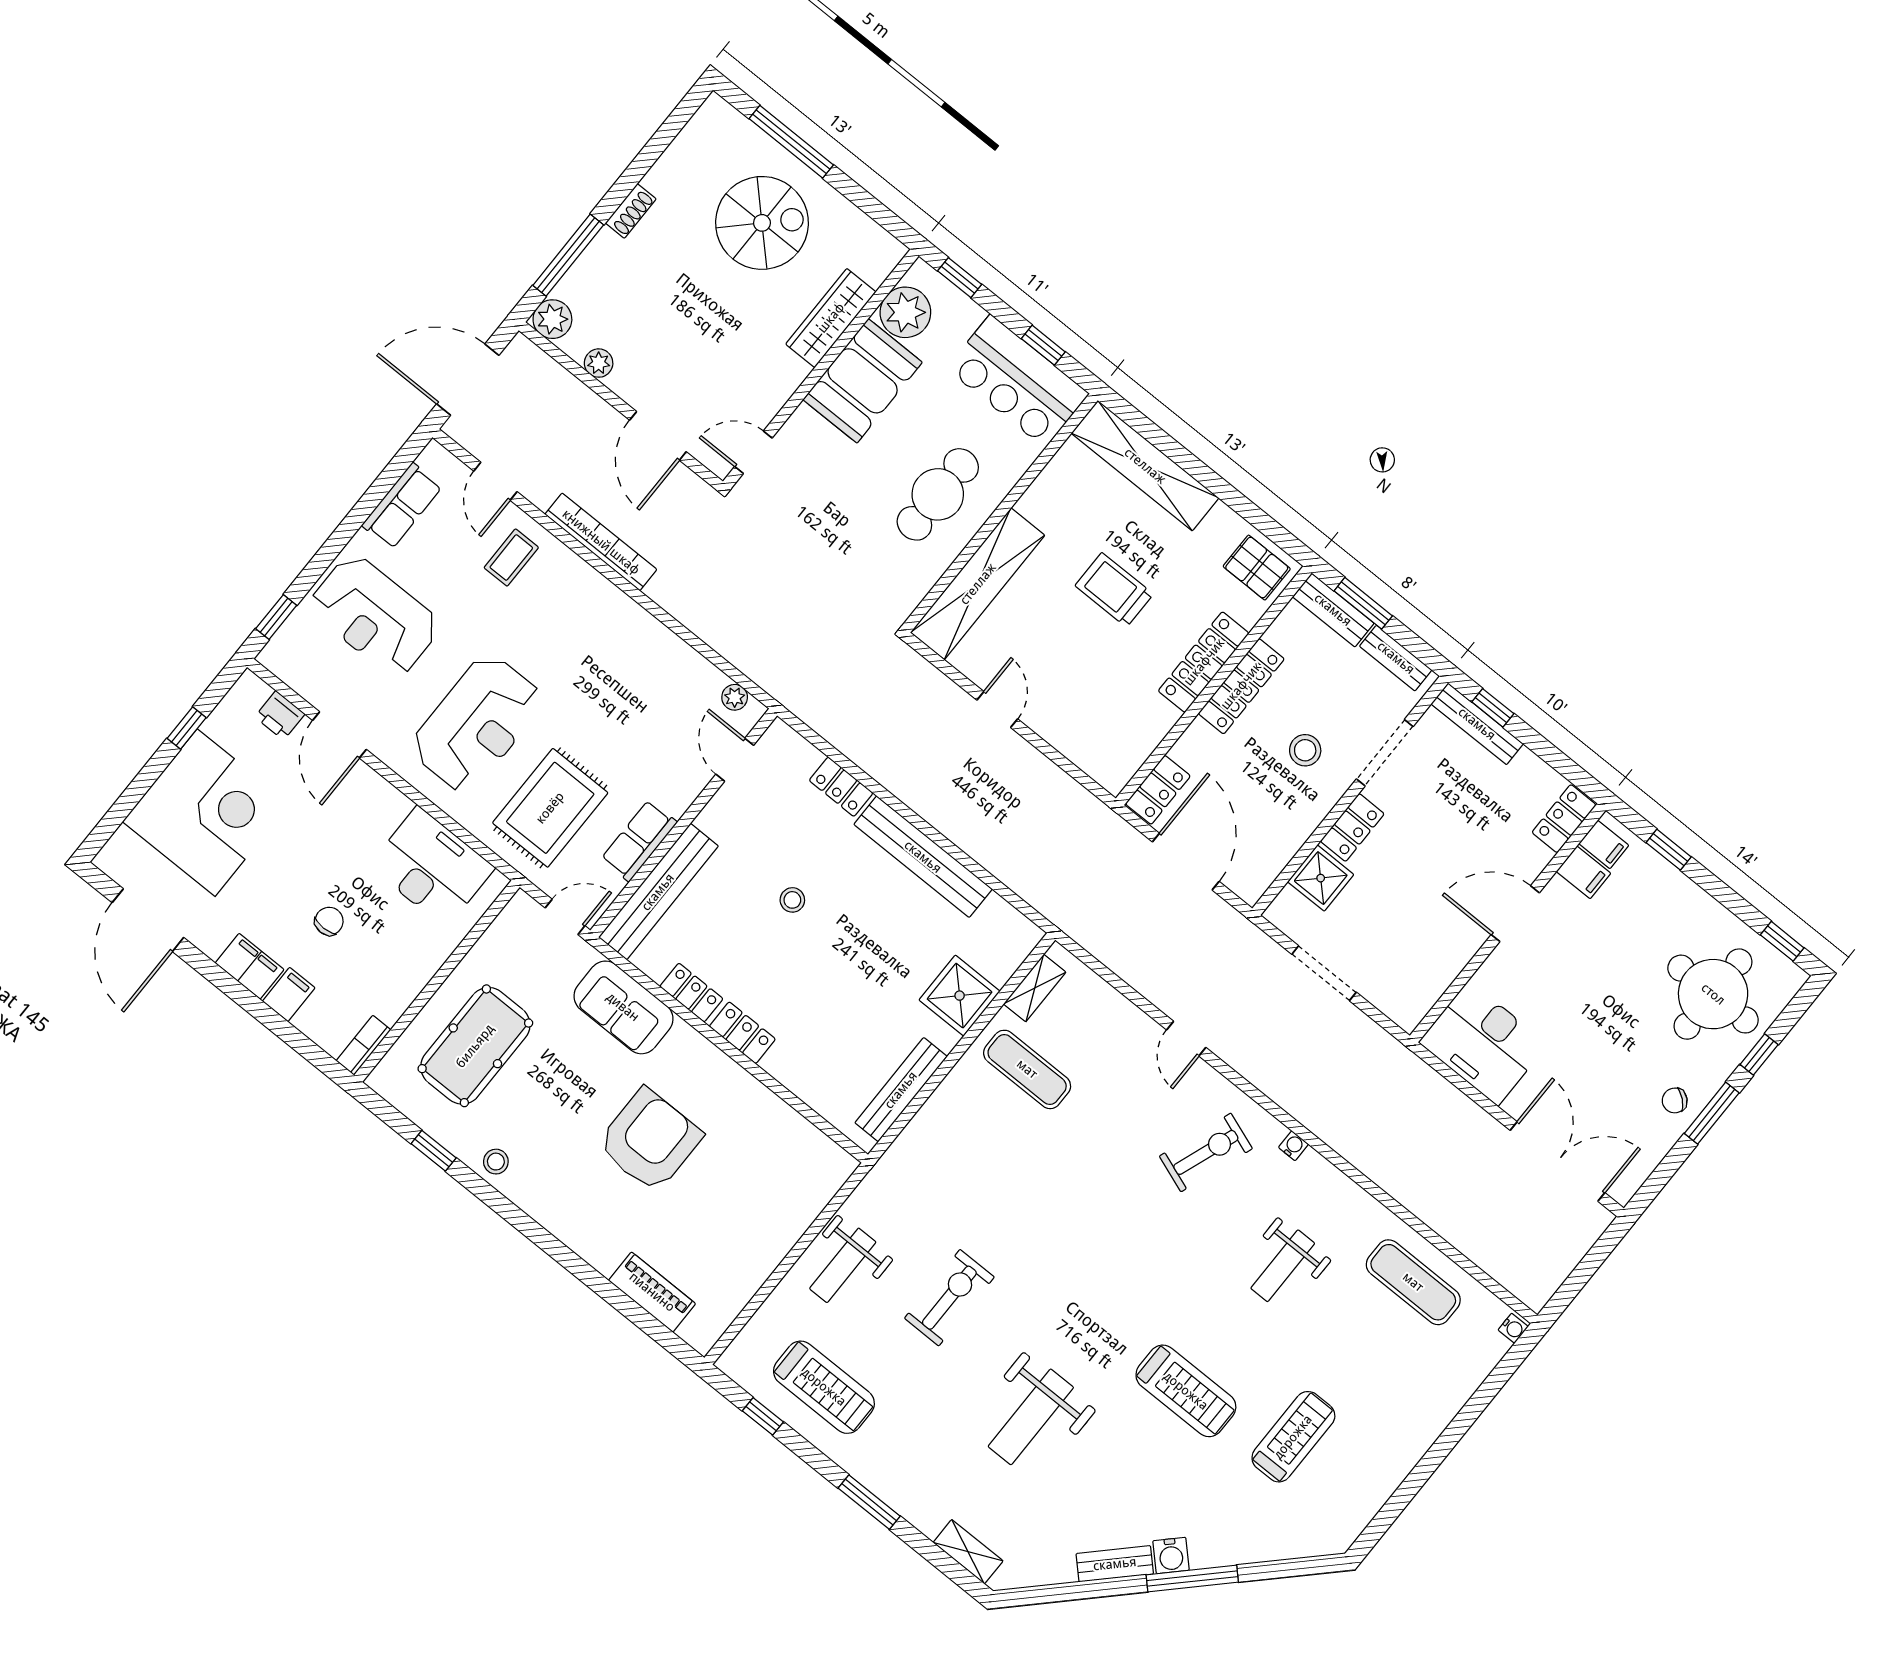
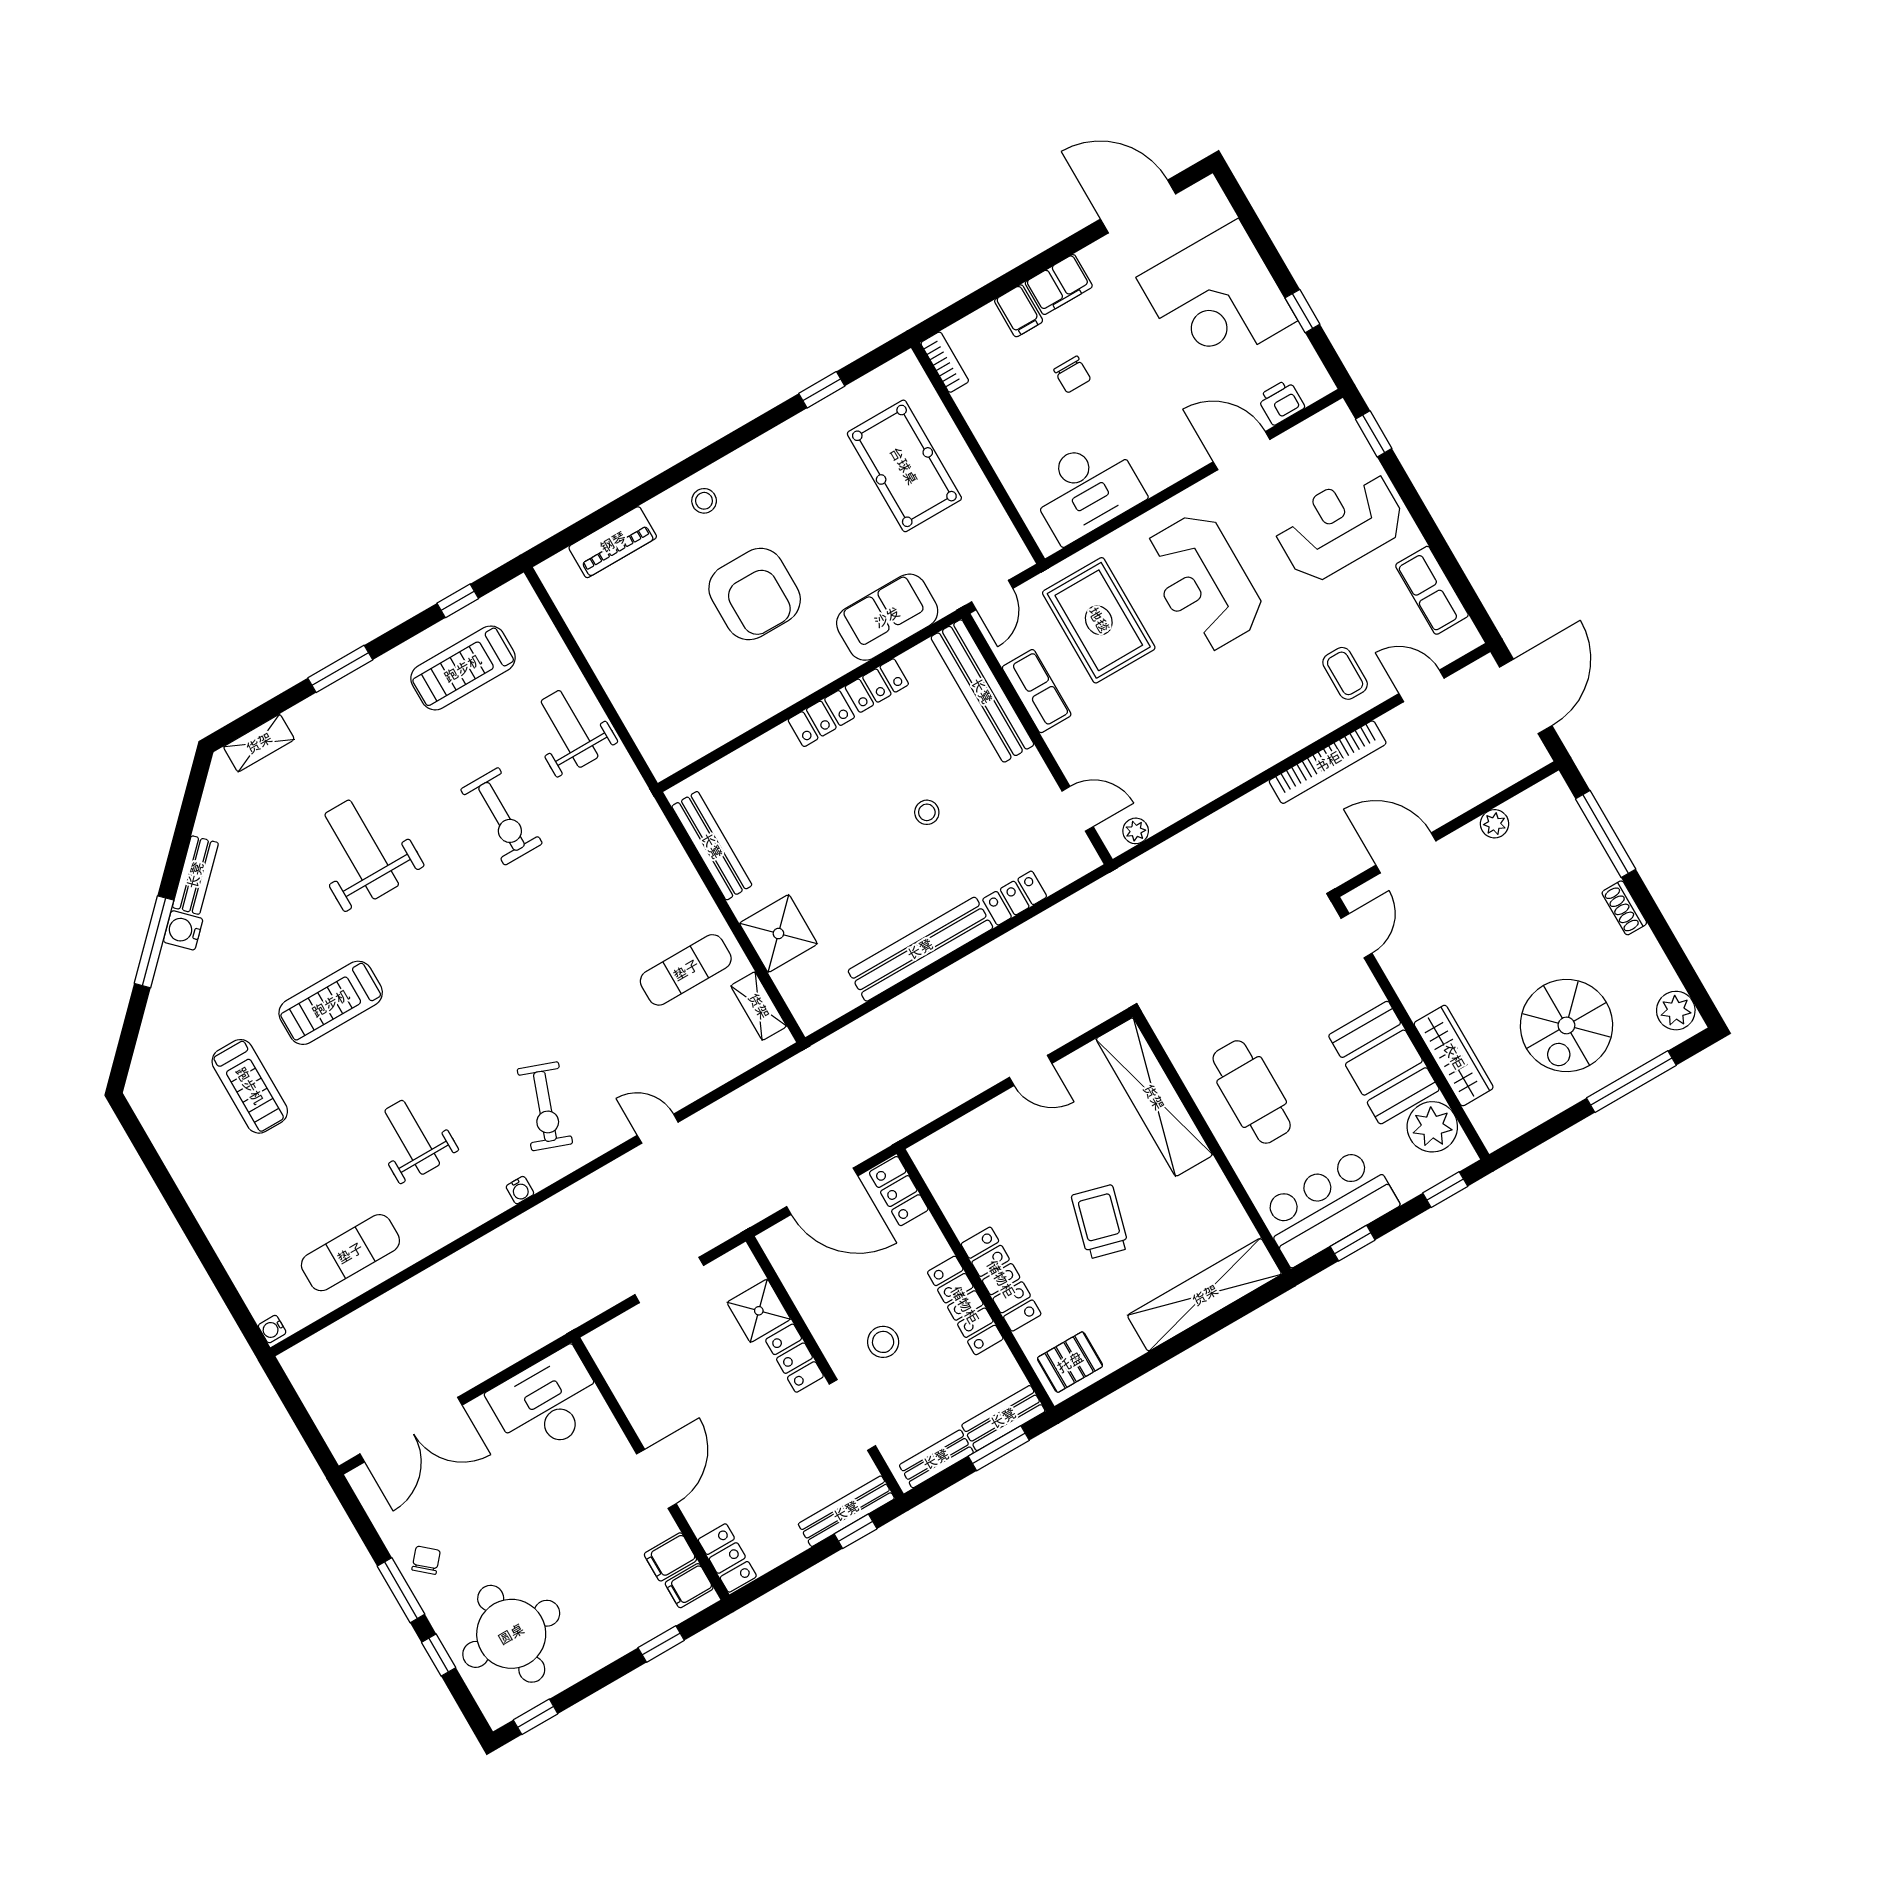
plant: (552, 319) -> (1676, 1011), moved
trolley: (1114, 590) -> (1100, 1222), turned -75
stool: (496, 1162) -> (704, 501), moved

